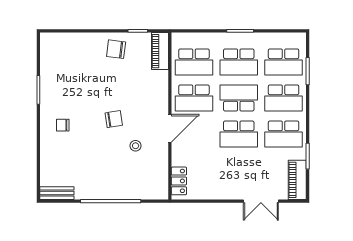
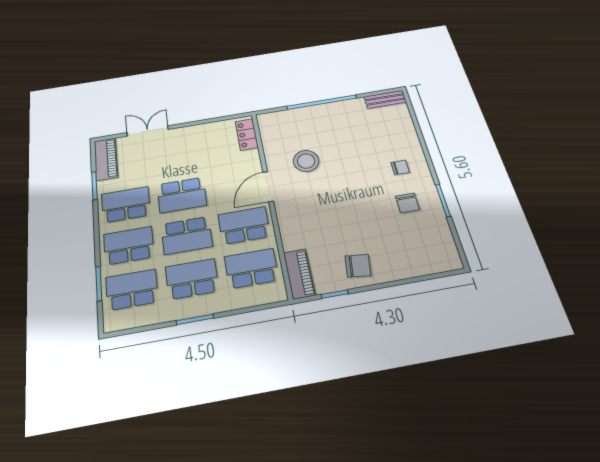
chair: (114, 119) -> (407, 203), moved, turned -81
school desk: (239, 134) -> (182, 195), turned 180
stool: (136, 146) -> (306, 161), width x1.89, depth x1.89

